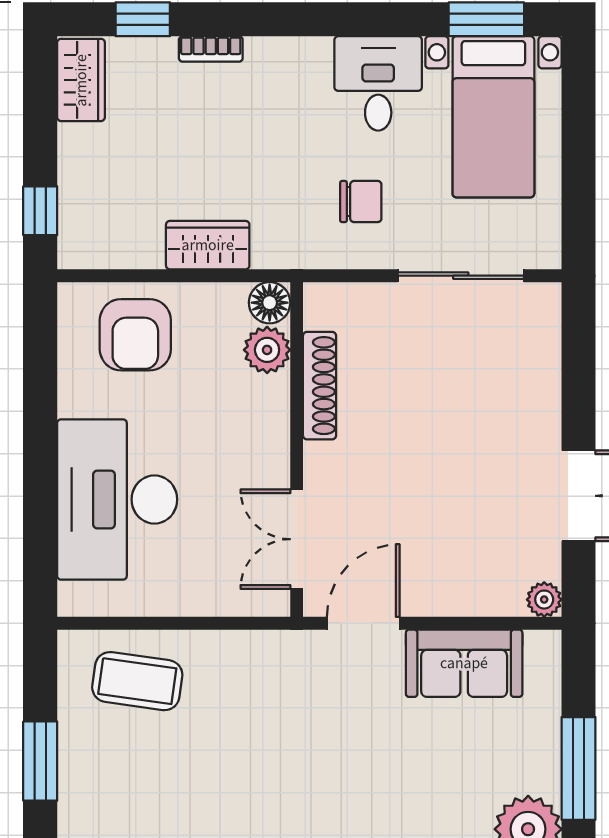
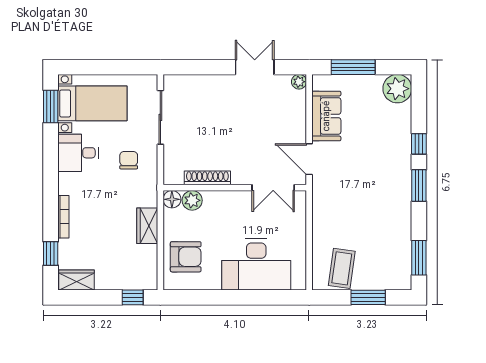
bookcase: (211, 49) -> (63, 217), width x1.56
coffee table: (137, 681) -> (342, 268), moved
window: (578, 768) -> (353, 67), moved

